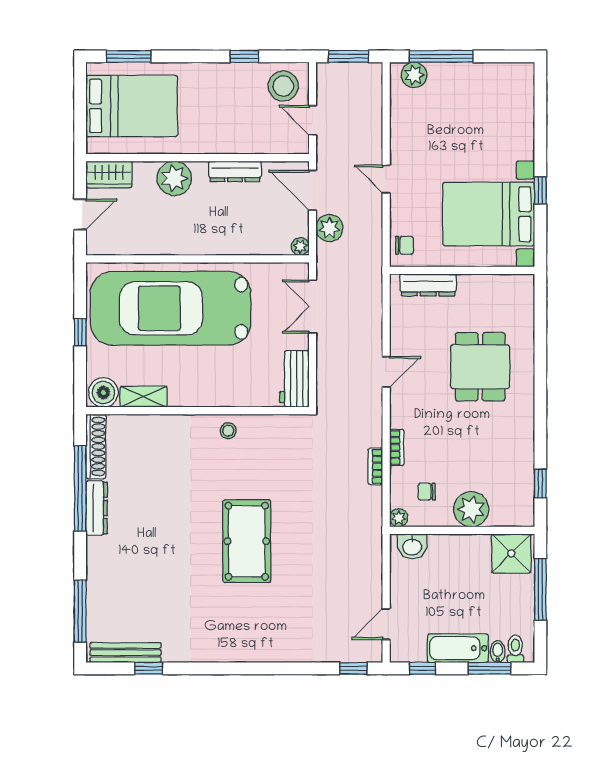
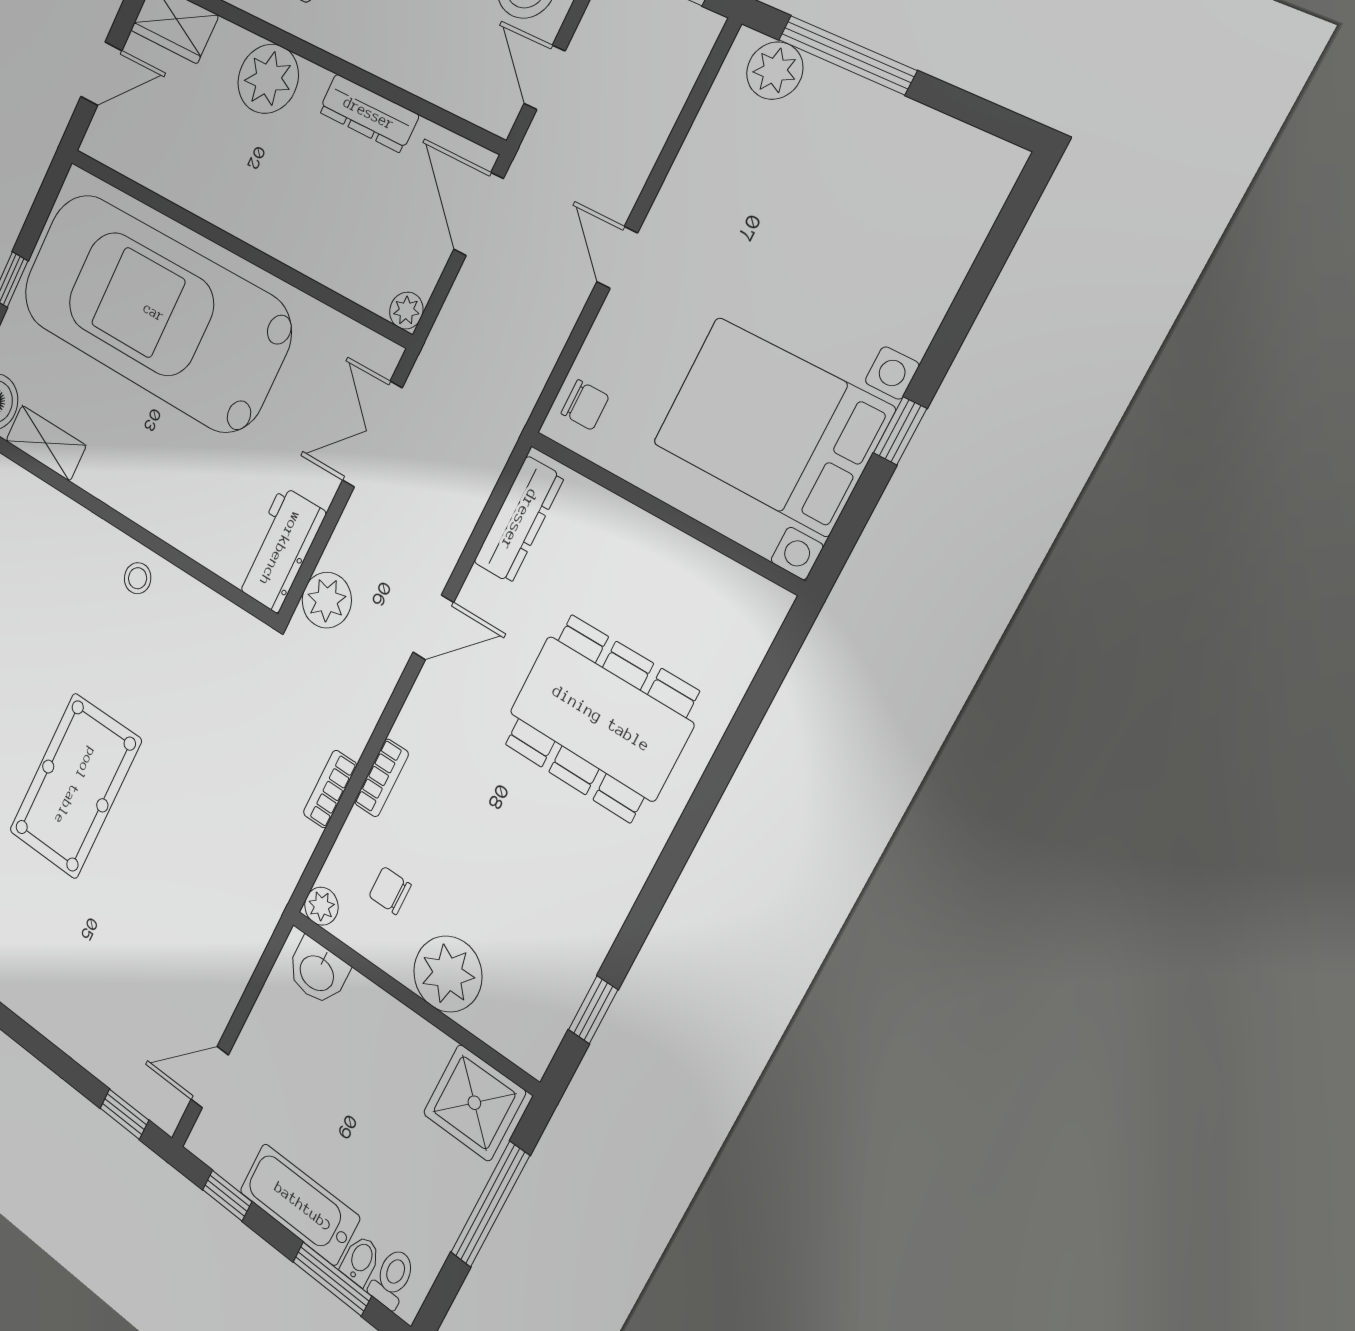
plant: (329, 228) -> (327, 600), moved
dresser: (428, 285) -> (519, 520), moved, turned -90
dining table: (480, 367) -> (601, 718), width x1.37

